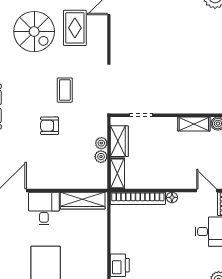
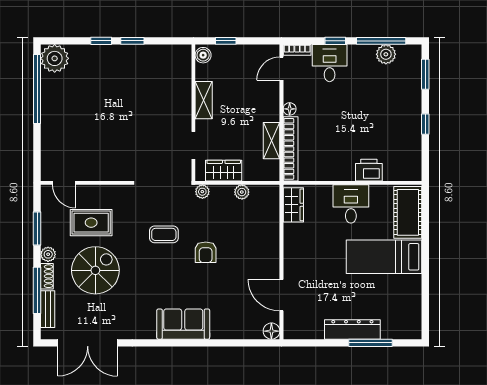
shelving: (194, 124) -> (204, 100), moved
plant: (101, 143) -> (202, 192), moved
shelving: (117, 173) -> (271, 141), moved, turned 90
wardrobe: (83, 201) -> (293, 205), width x0.67
desk: (44, 208) -> (351, 204), moved, turned 90

